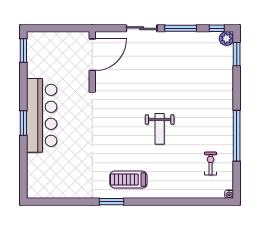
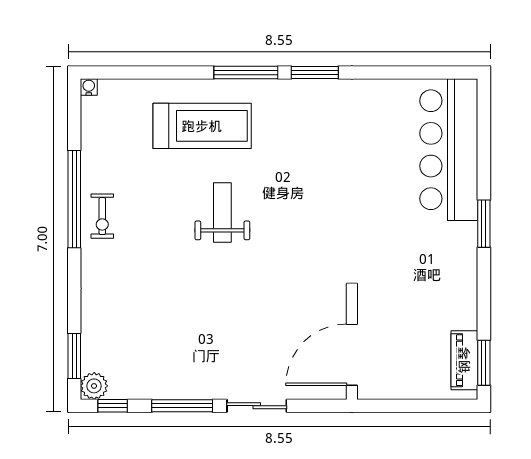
piano: (34, 52) -> (464, 360), added
bar counter: (42, 115) -> (449, 150), moved
exercise bike: (211, 164) -> (102, 216), moved
treadmill: (128, 180) -> (202, 126), moved, width x1.37, depth x1.38
window: (147, 202) -> (246, 73), added

